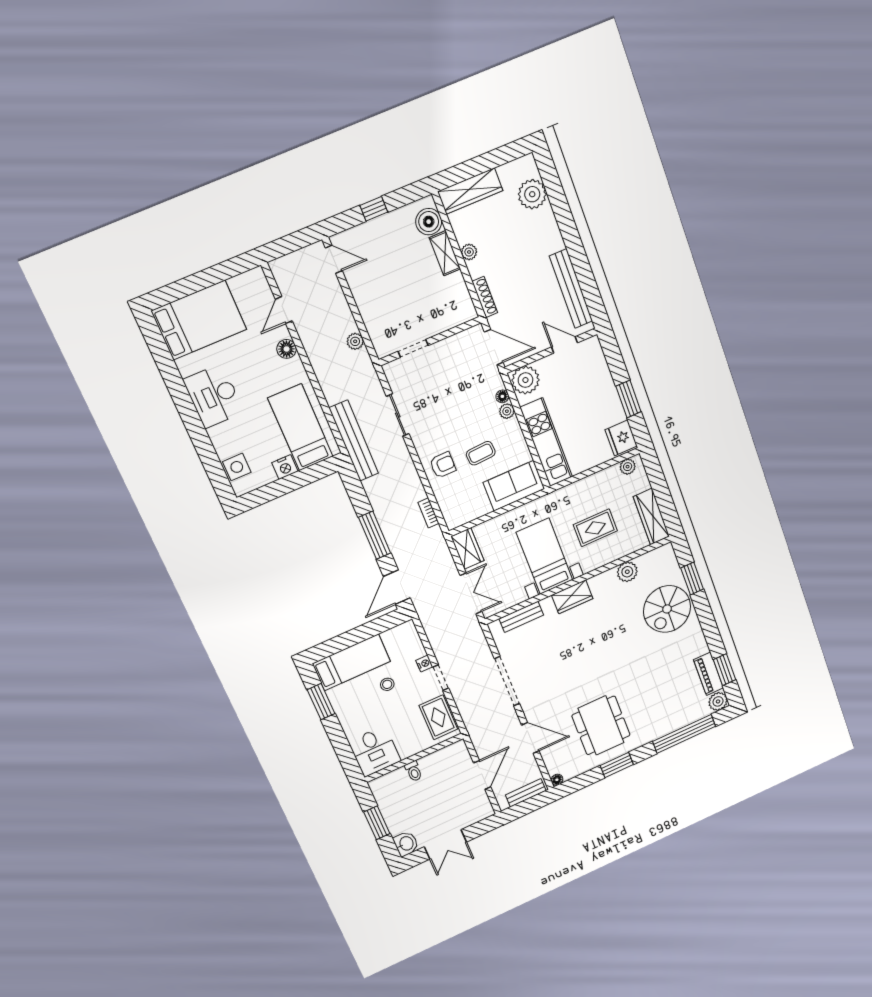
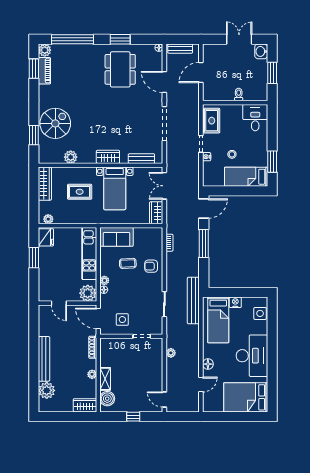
wardrobe: (470, 191) -> (85, 405), width x0.67
bench: (571, 289) -> (44, 359), moved
side table: (455, 362) -> (122, 320), added
desk: (214, 396) -> (252, 356), width x1.36, depth x1.30

